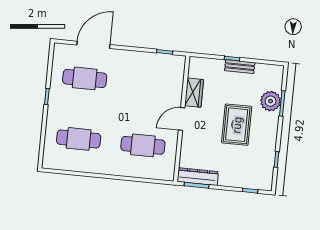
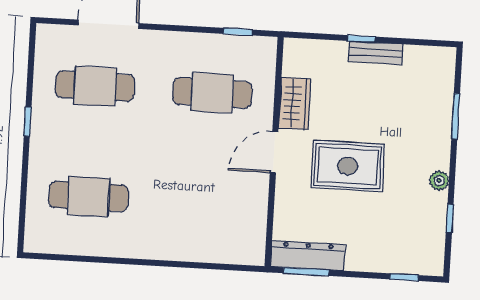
plant: (271, 101) -> (439, 181), moved, width x0.53, depth x0.53
rug: (237, 125) -> (348, 166), moved, turned 90
cafe table: (143, 145) -> (212, 93), moved

